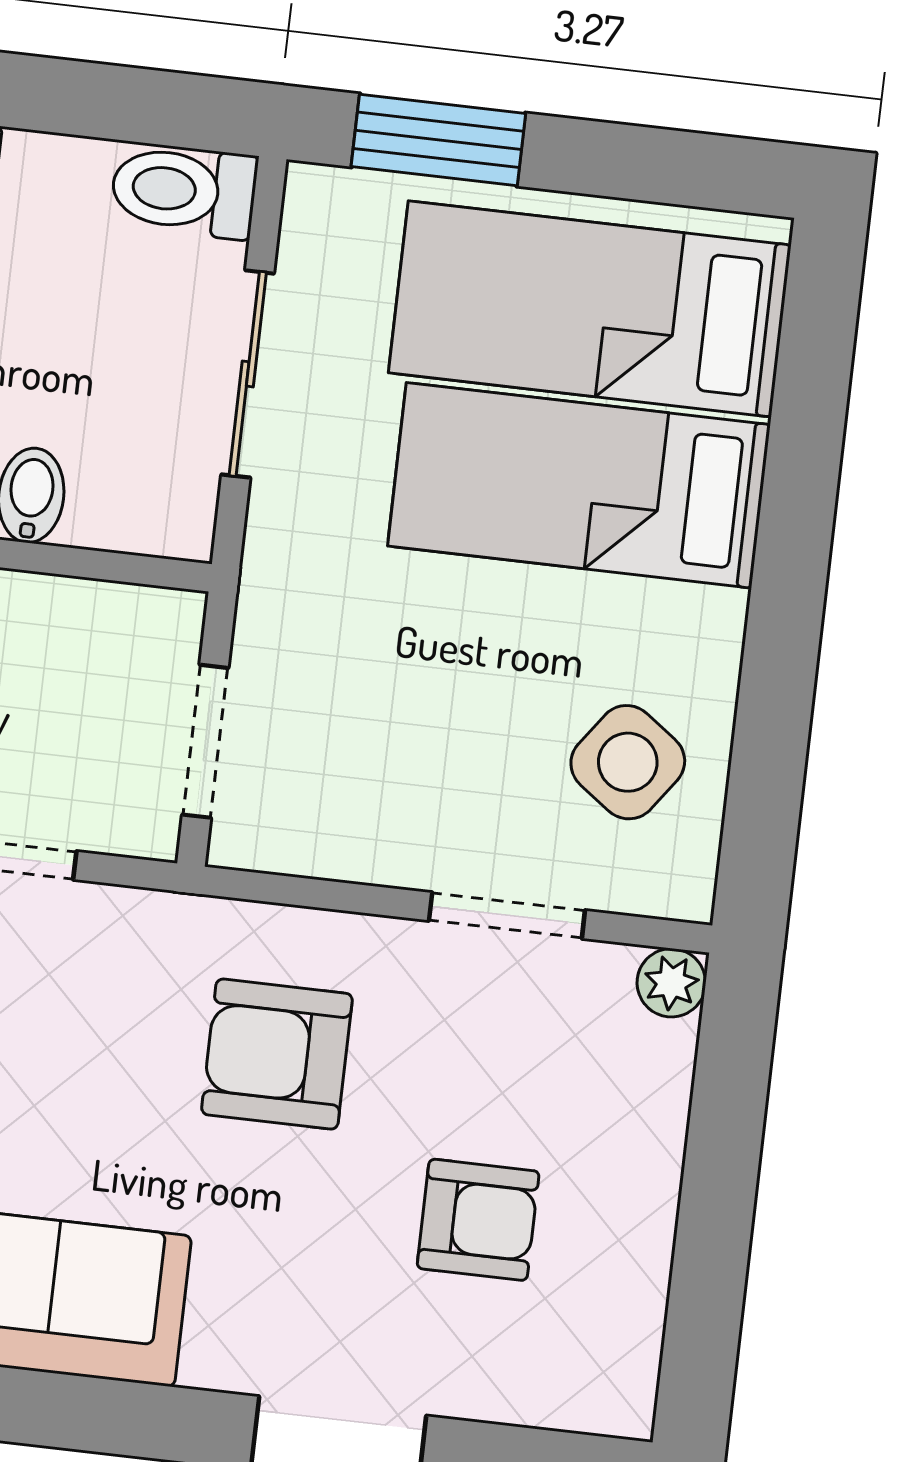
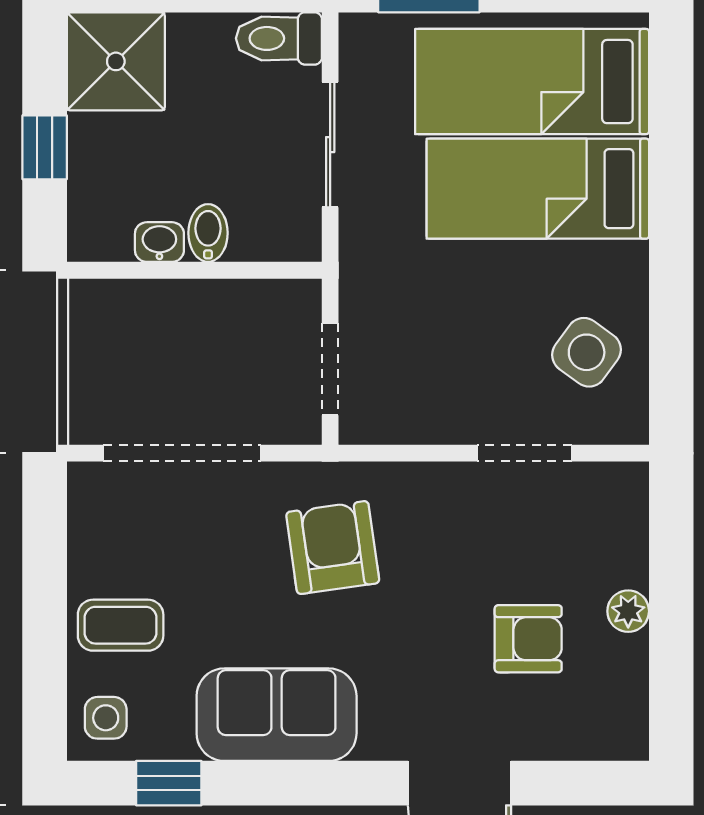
plant: (671, 983) -> (628, 611), moved
armchair: (277, 1054) -> (333, 548), moved, turned 82

